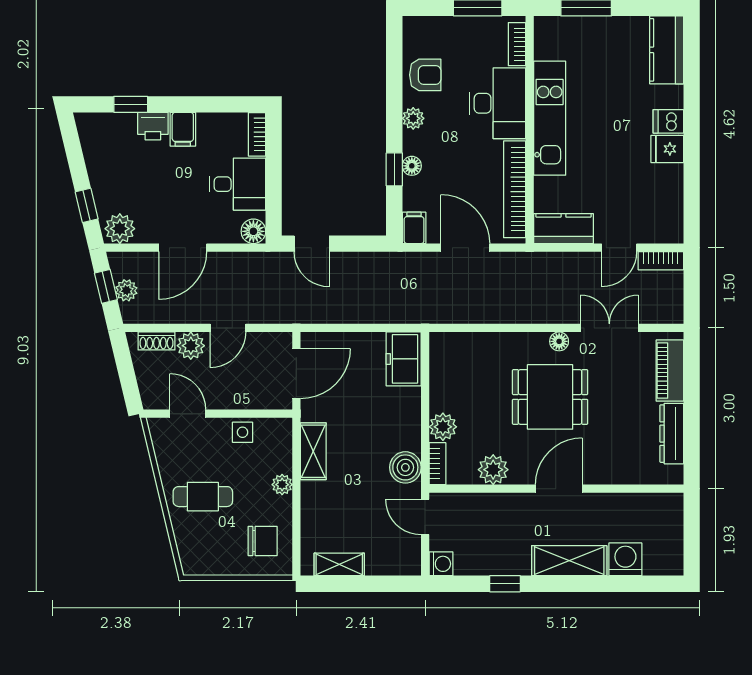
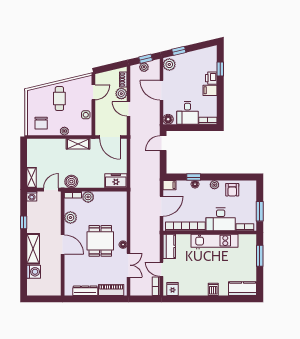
fridge: (667, 149) -> (173, 289), moved
shelving: (339, 564) -> (32, 178), moved

